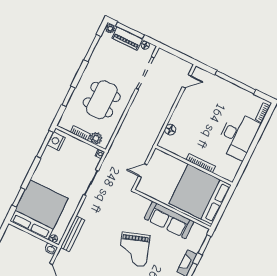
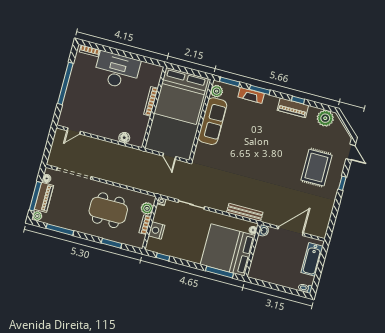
door: (187, 81) -> (74, 131), swing flipped
nightstand: (56, 141) -> (157, 230), moved, turned 90
window: (45, 144) -> (163, 257), width x0.46
window: (19, 197) -> (220, 272), width x1.44
plant: (198, 230) -> (217, 91), added
grand piano: (134, 249) -> (248, 150), removed

